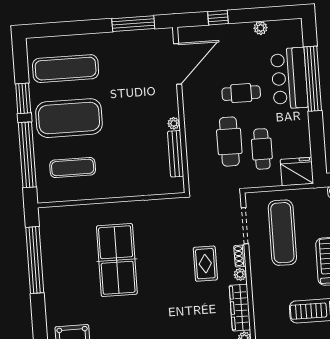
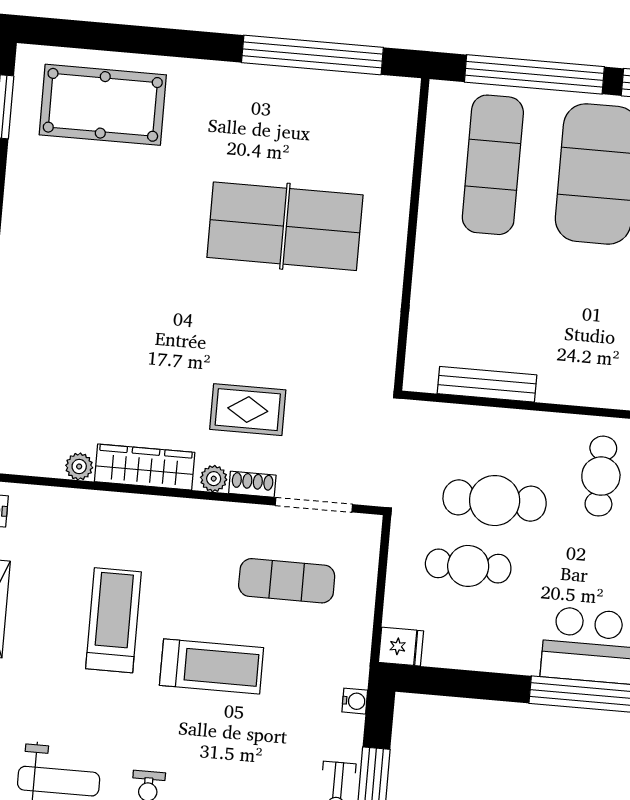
cafe table: (241, 93) -> (601, 476), moved
plant: (174, 123) -> (551, 391), removed
exercise mat: (73, 167) -> (493, 165), width x1.36, depth x1.45
fridge: (297, 171) -> (401, 647), width x0.53, depth x0.75
exercise mat: (282, 233) -> (287, 581), width x0.73, depth x0.69

